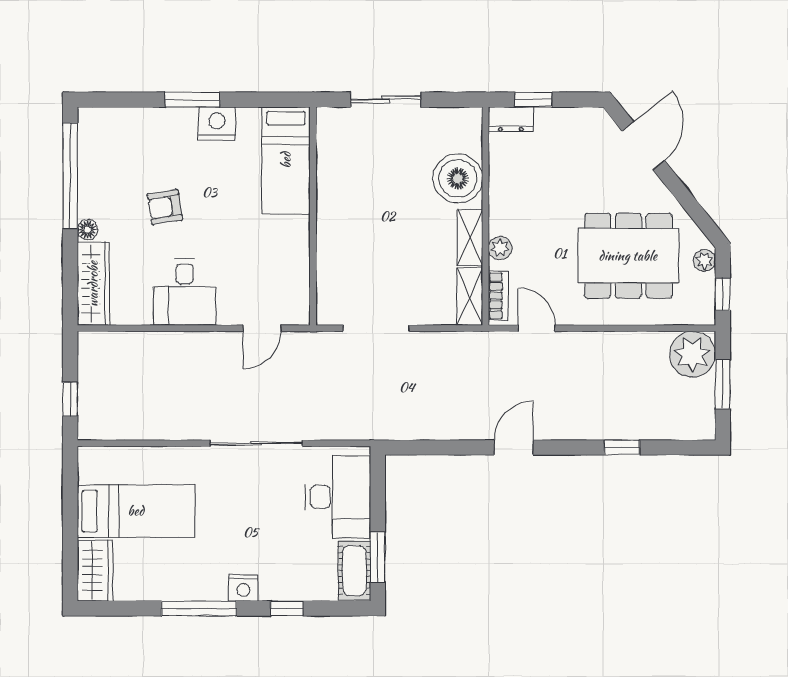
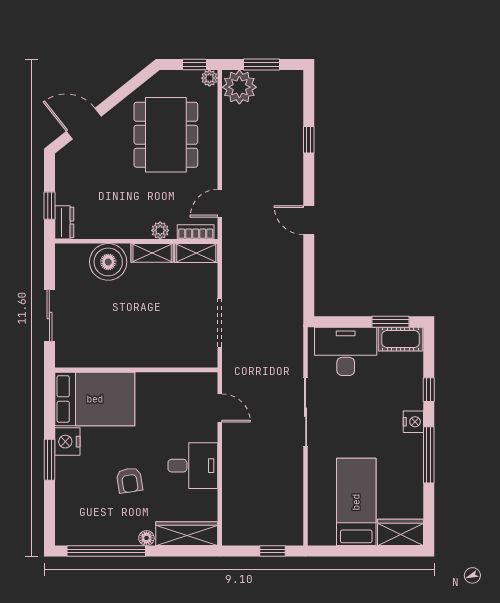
bed: (286, 160) -> (95, 399), width x1.50
plant: (704, 260) -> (209, 78), moved

